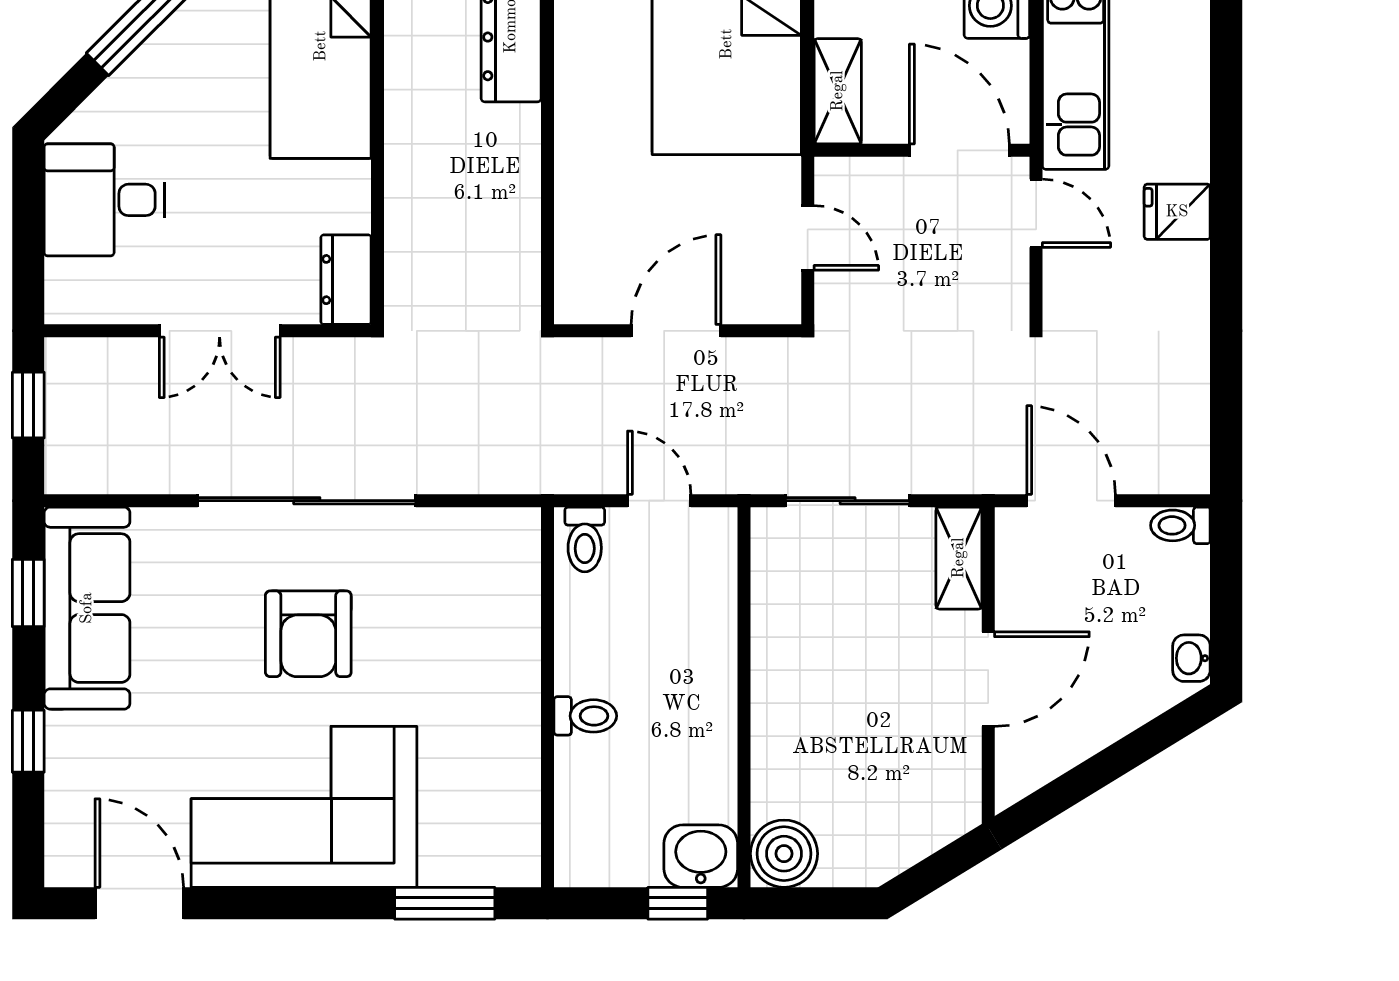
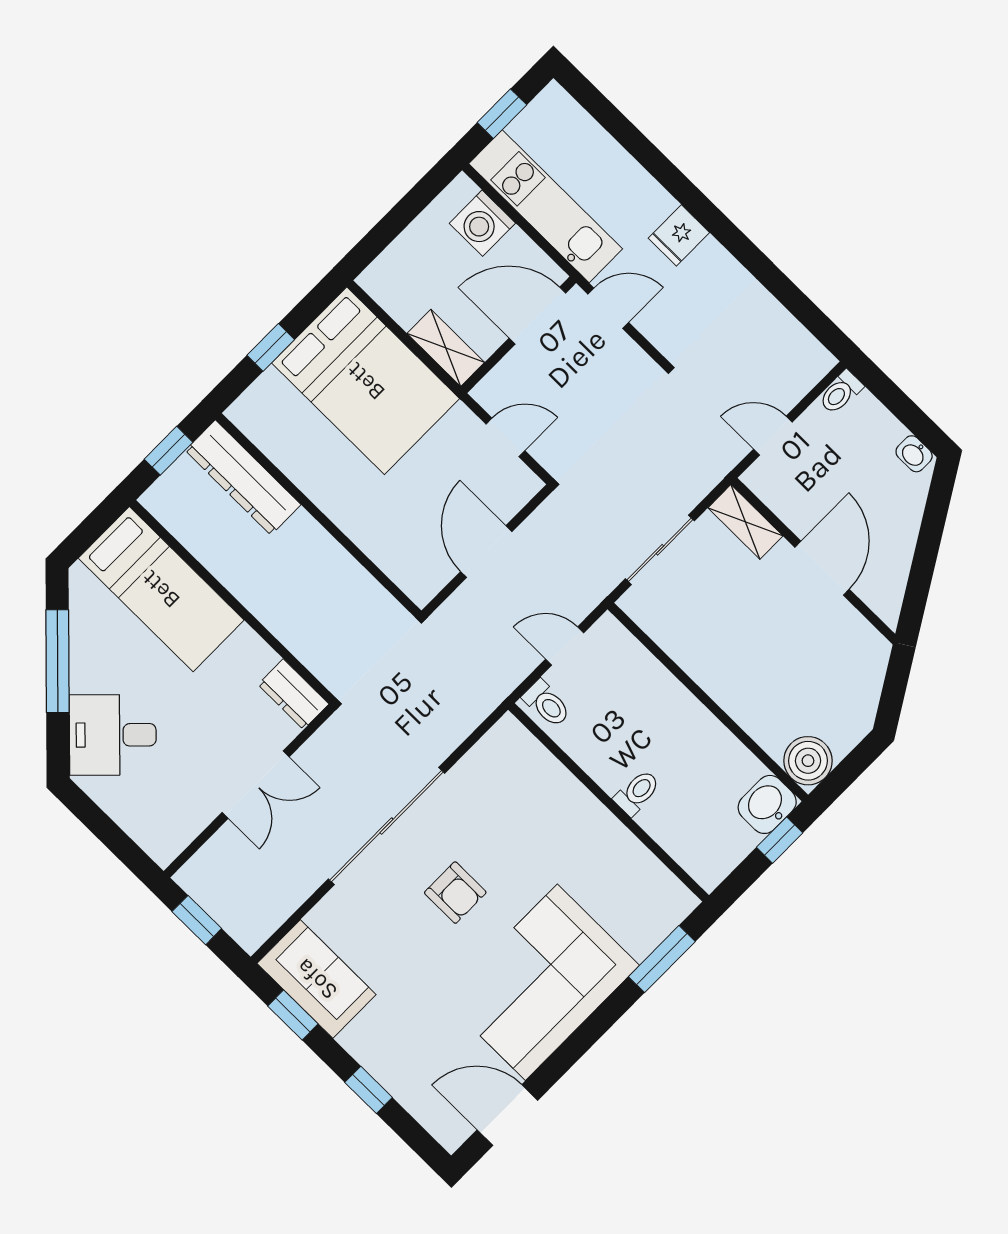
desk: (104, 200) -> (113, 735), moved, turned 45
door: (1071, 501) -> (773, 436), width x0.73
sofa: (87, 608) -> (317, 979), width x0.73
armchair: (308, 634) -> (455, 893), width x0.72, depth x0.72

